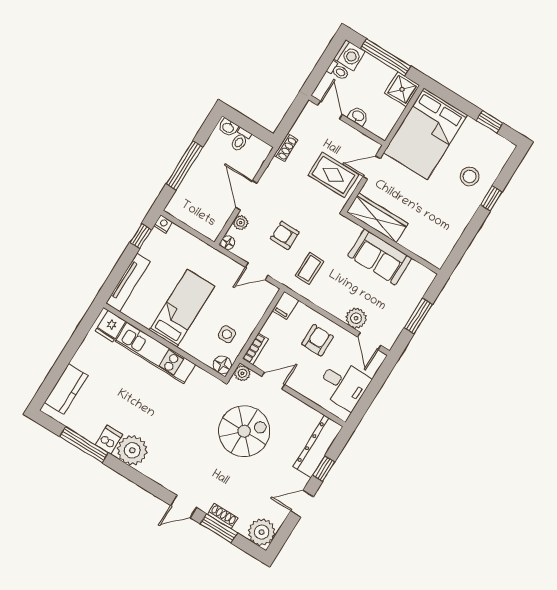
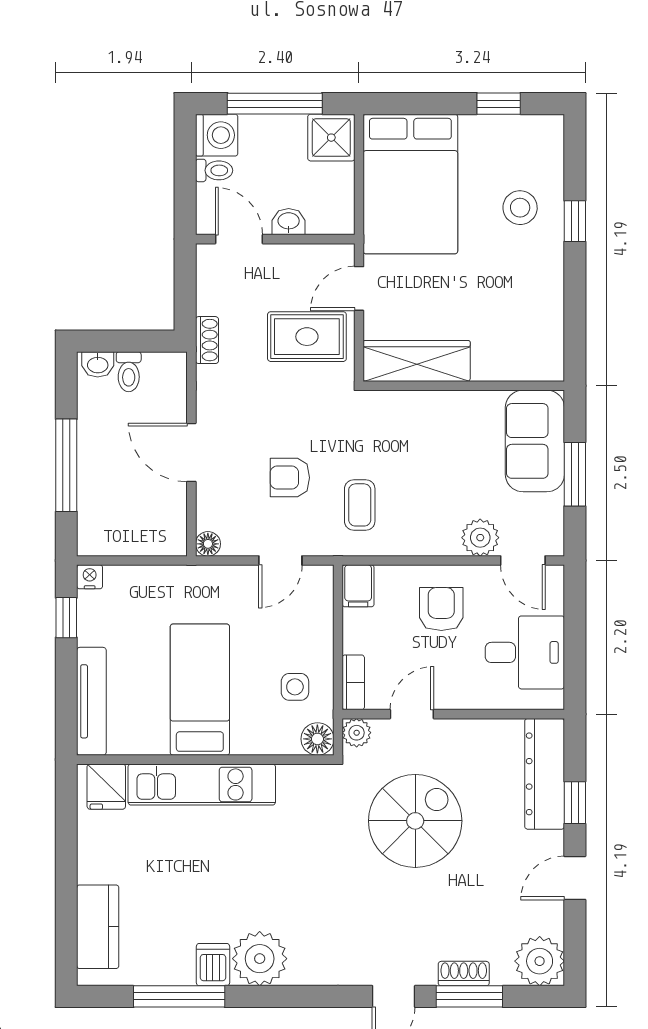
plant: (241, 223) -> (209, 500), removed
sofa: (380, 257) -> (535, 441), moved, turned 90

